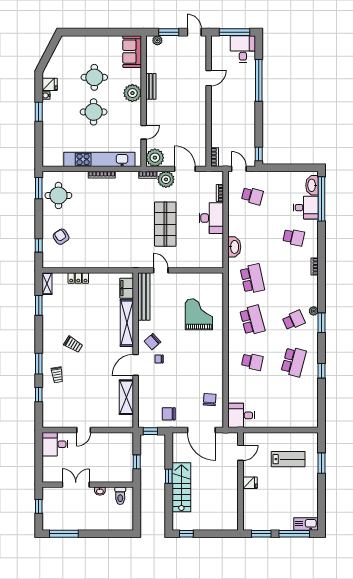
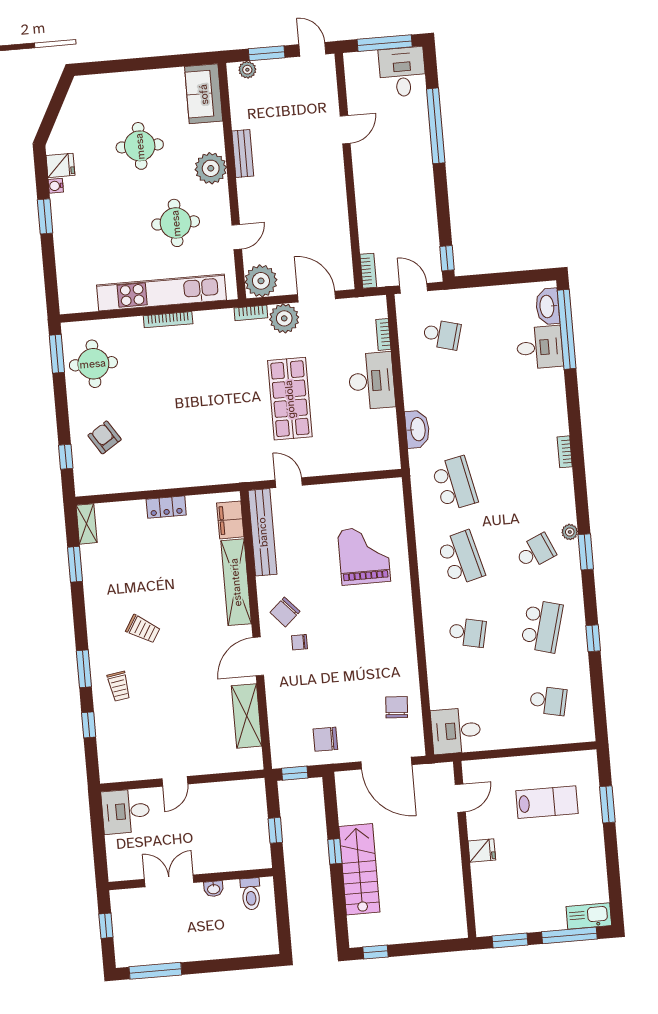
round table: (94, 112) -> (176, 223), moved
school desk: (294, 237) -> (548, 701), moved
locker: (78, 278) -> (166, 507), moved

